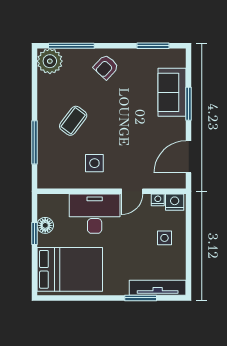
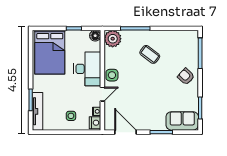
plant: (50, 61) -> (113, 39), moved
sofa: (172, 92) -> (182, 121), moved
side table: (94, 163) -> (112, 75), moved
door: (132, 191) -> (102, 94), swing flipped
floor lamp: (45, 225) -> (95, 36), moved

